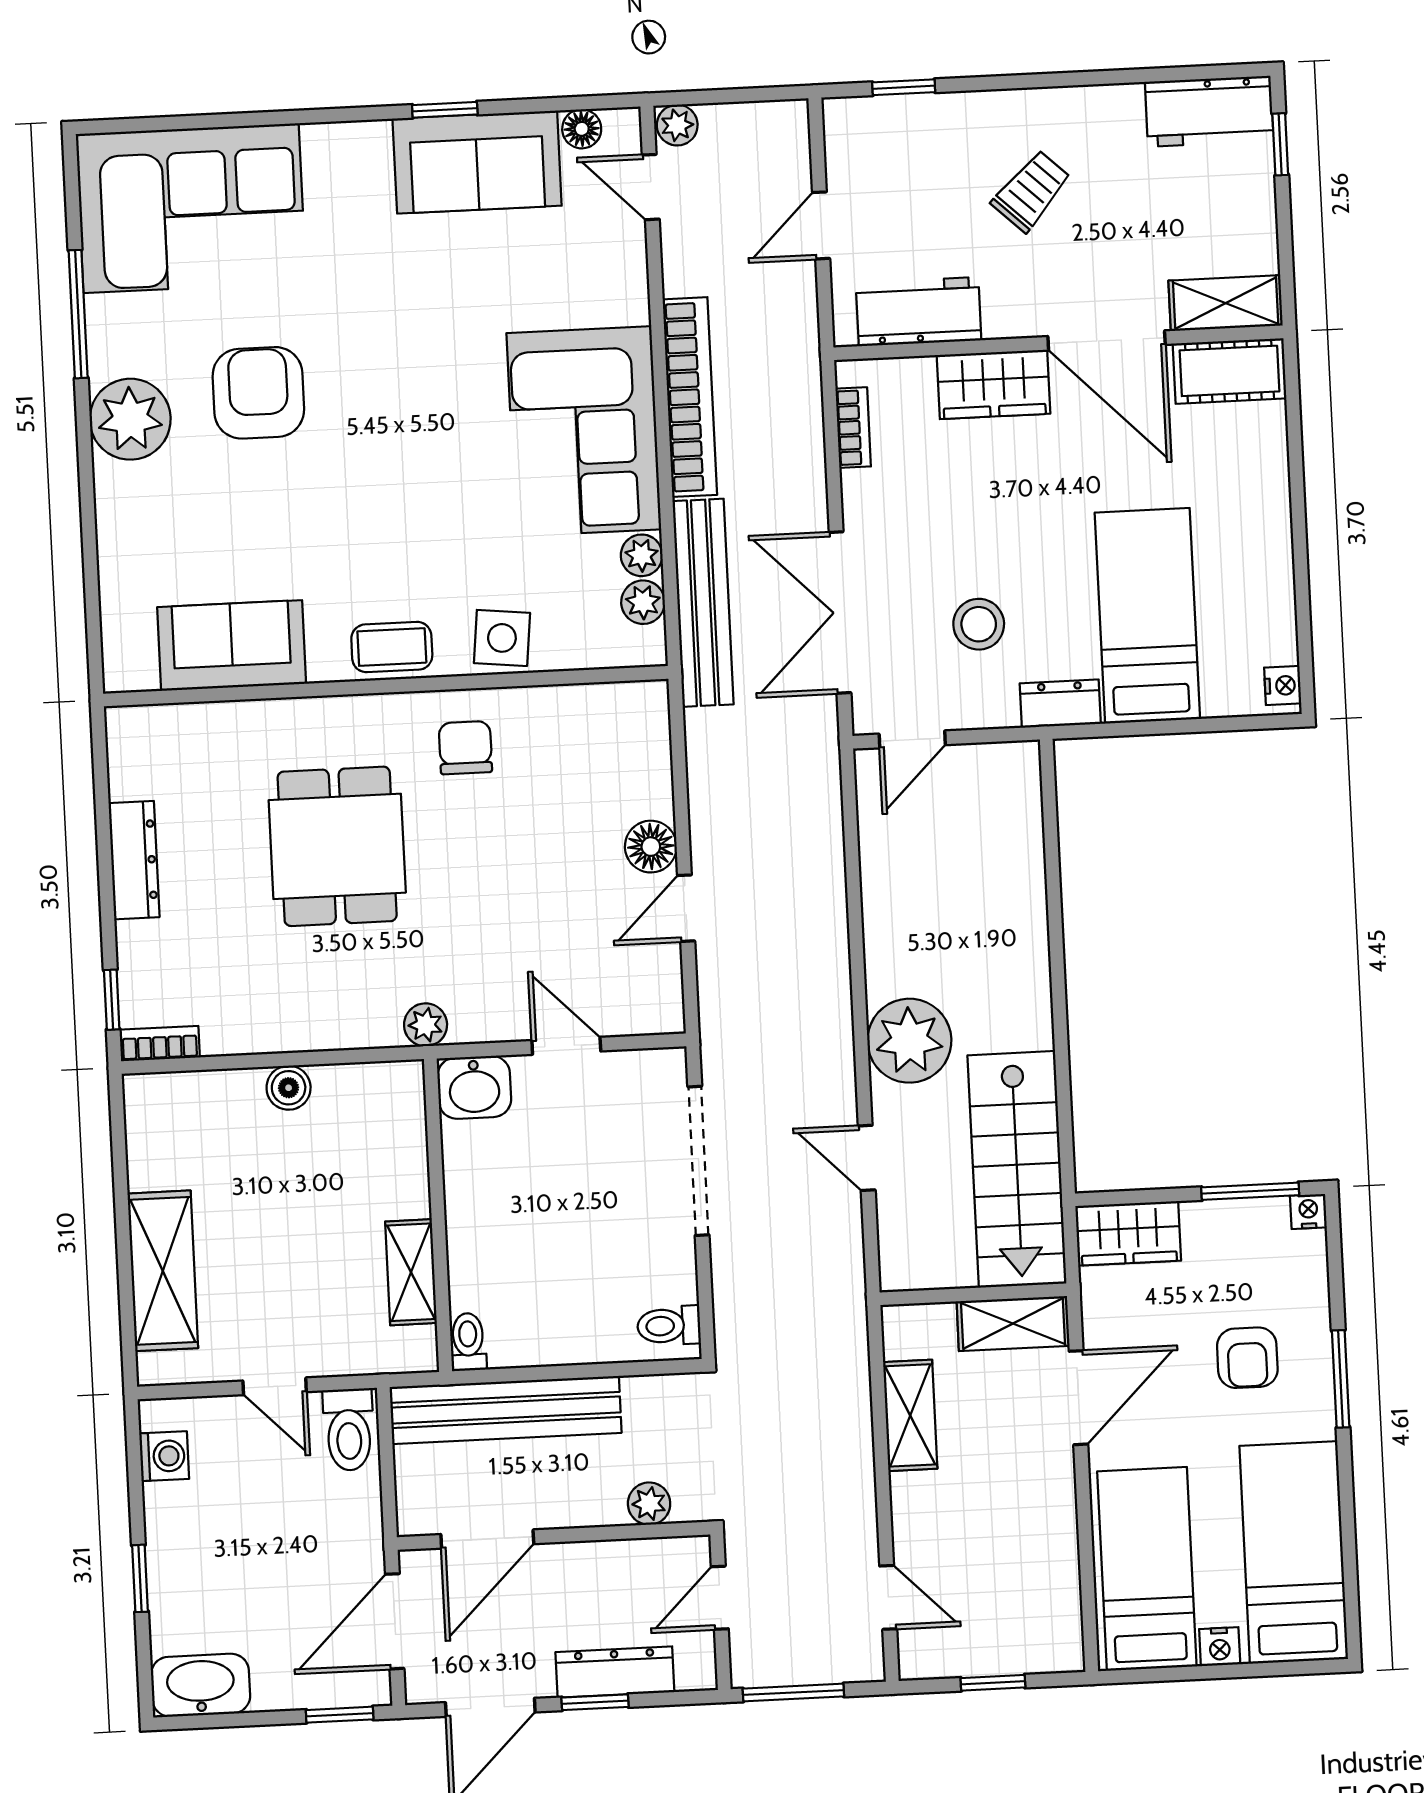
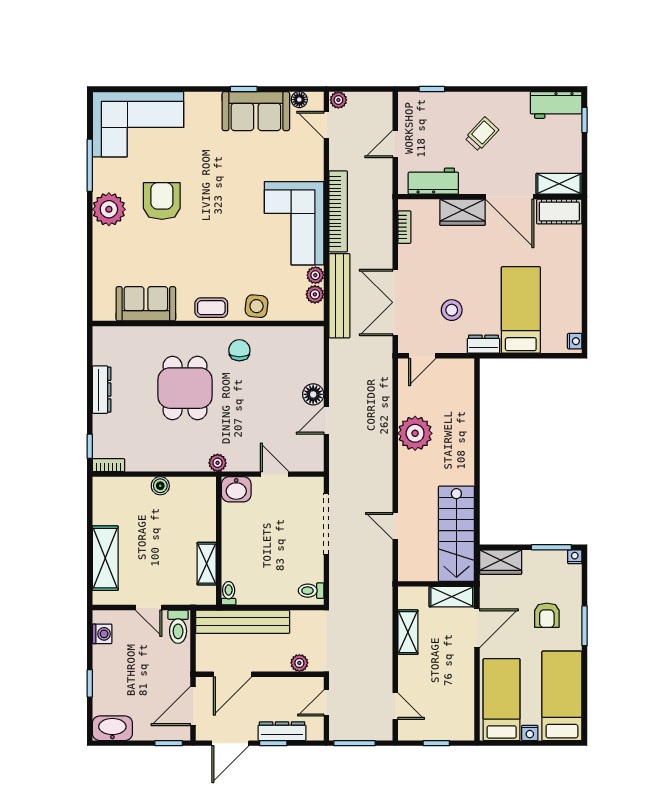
plant: (909, 1041) -> (415, 433), moved

